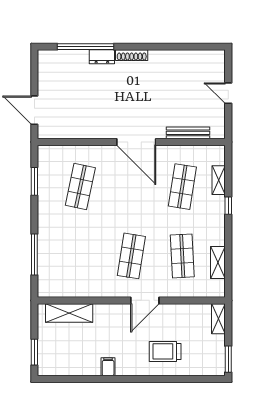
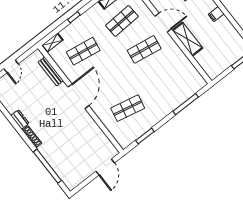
dresser: (102, 57) -> (20, 119), moved
shelving: (219, 180) -> (52, 43), moved
shelving: (69, 313) -> (187, 39), moved

